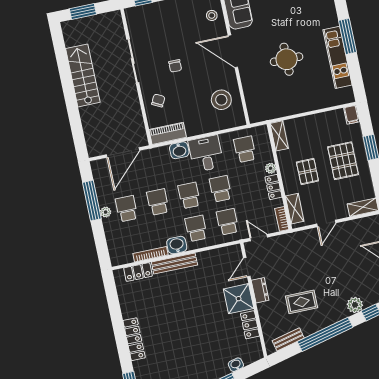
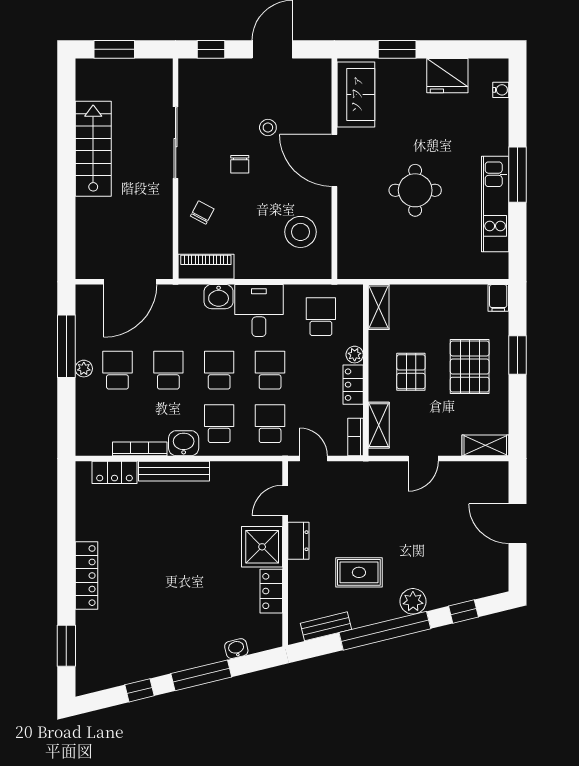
stool: (212, 15) -> (268, 127), moved
plant: (355, 305) -> (413, 601), moved

